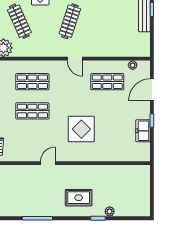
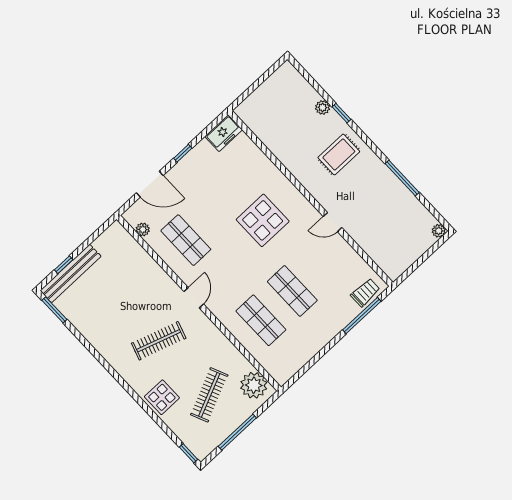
freezer: (143, 131) -> (224, 133), moved
rug: (79, 198) -> (339, 154), turned 90

